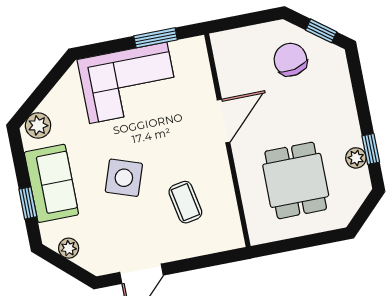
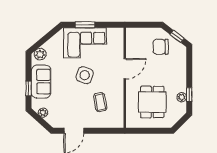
window: (156, 38) -> (85, 25), moved
chair: (290, 60) -> (161, 47), turned -78
side table: (124, 178) -> (85, 75), moved

